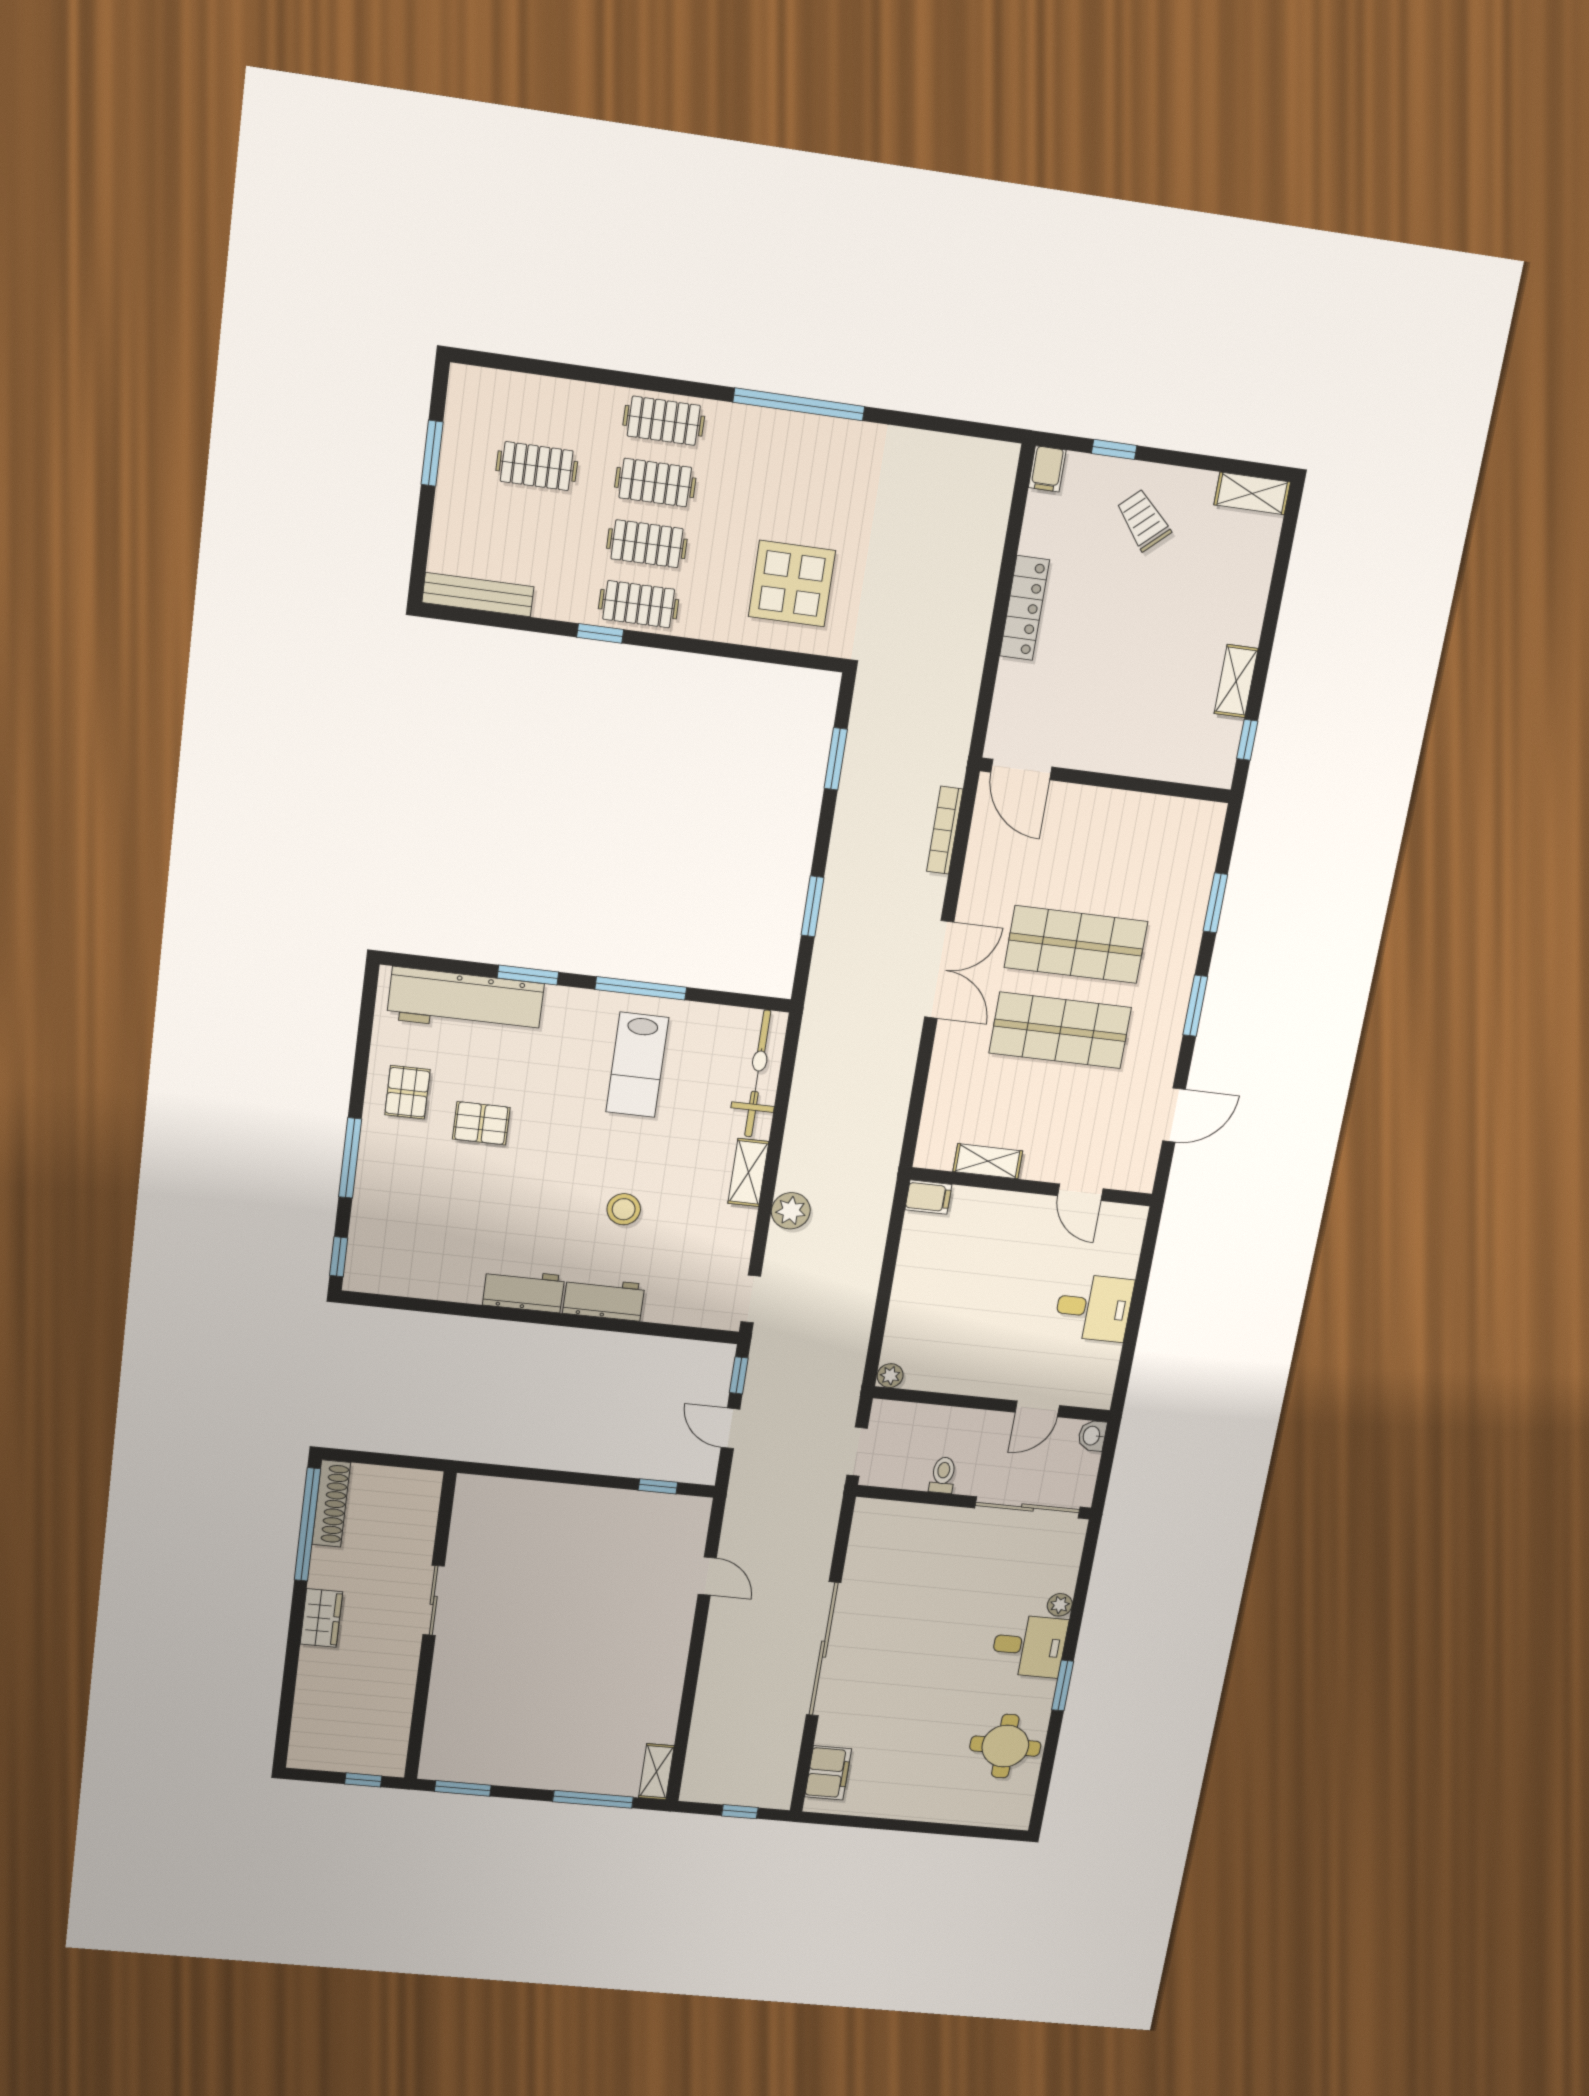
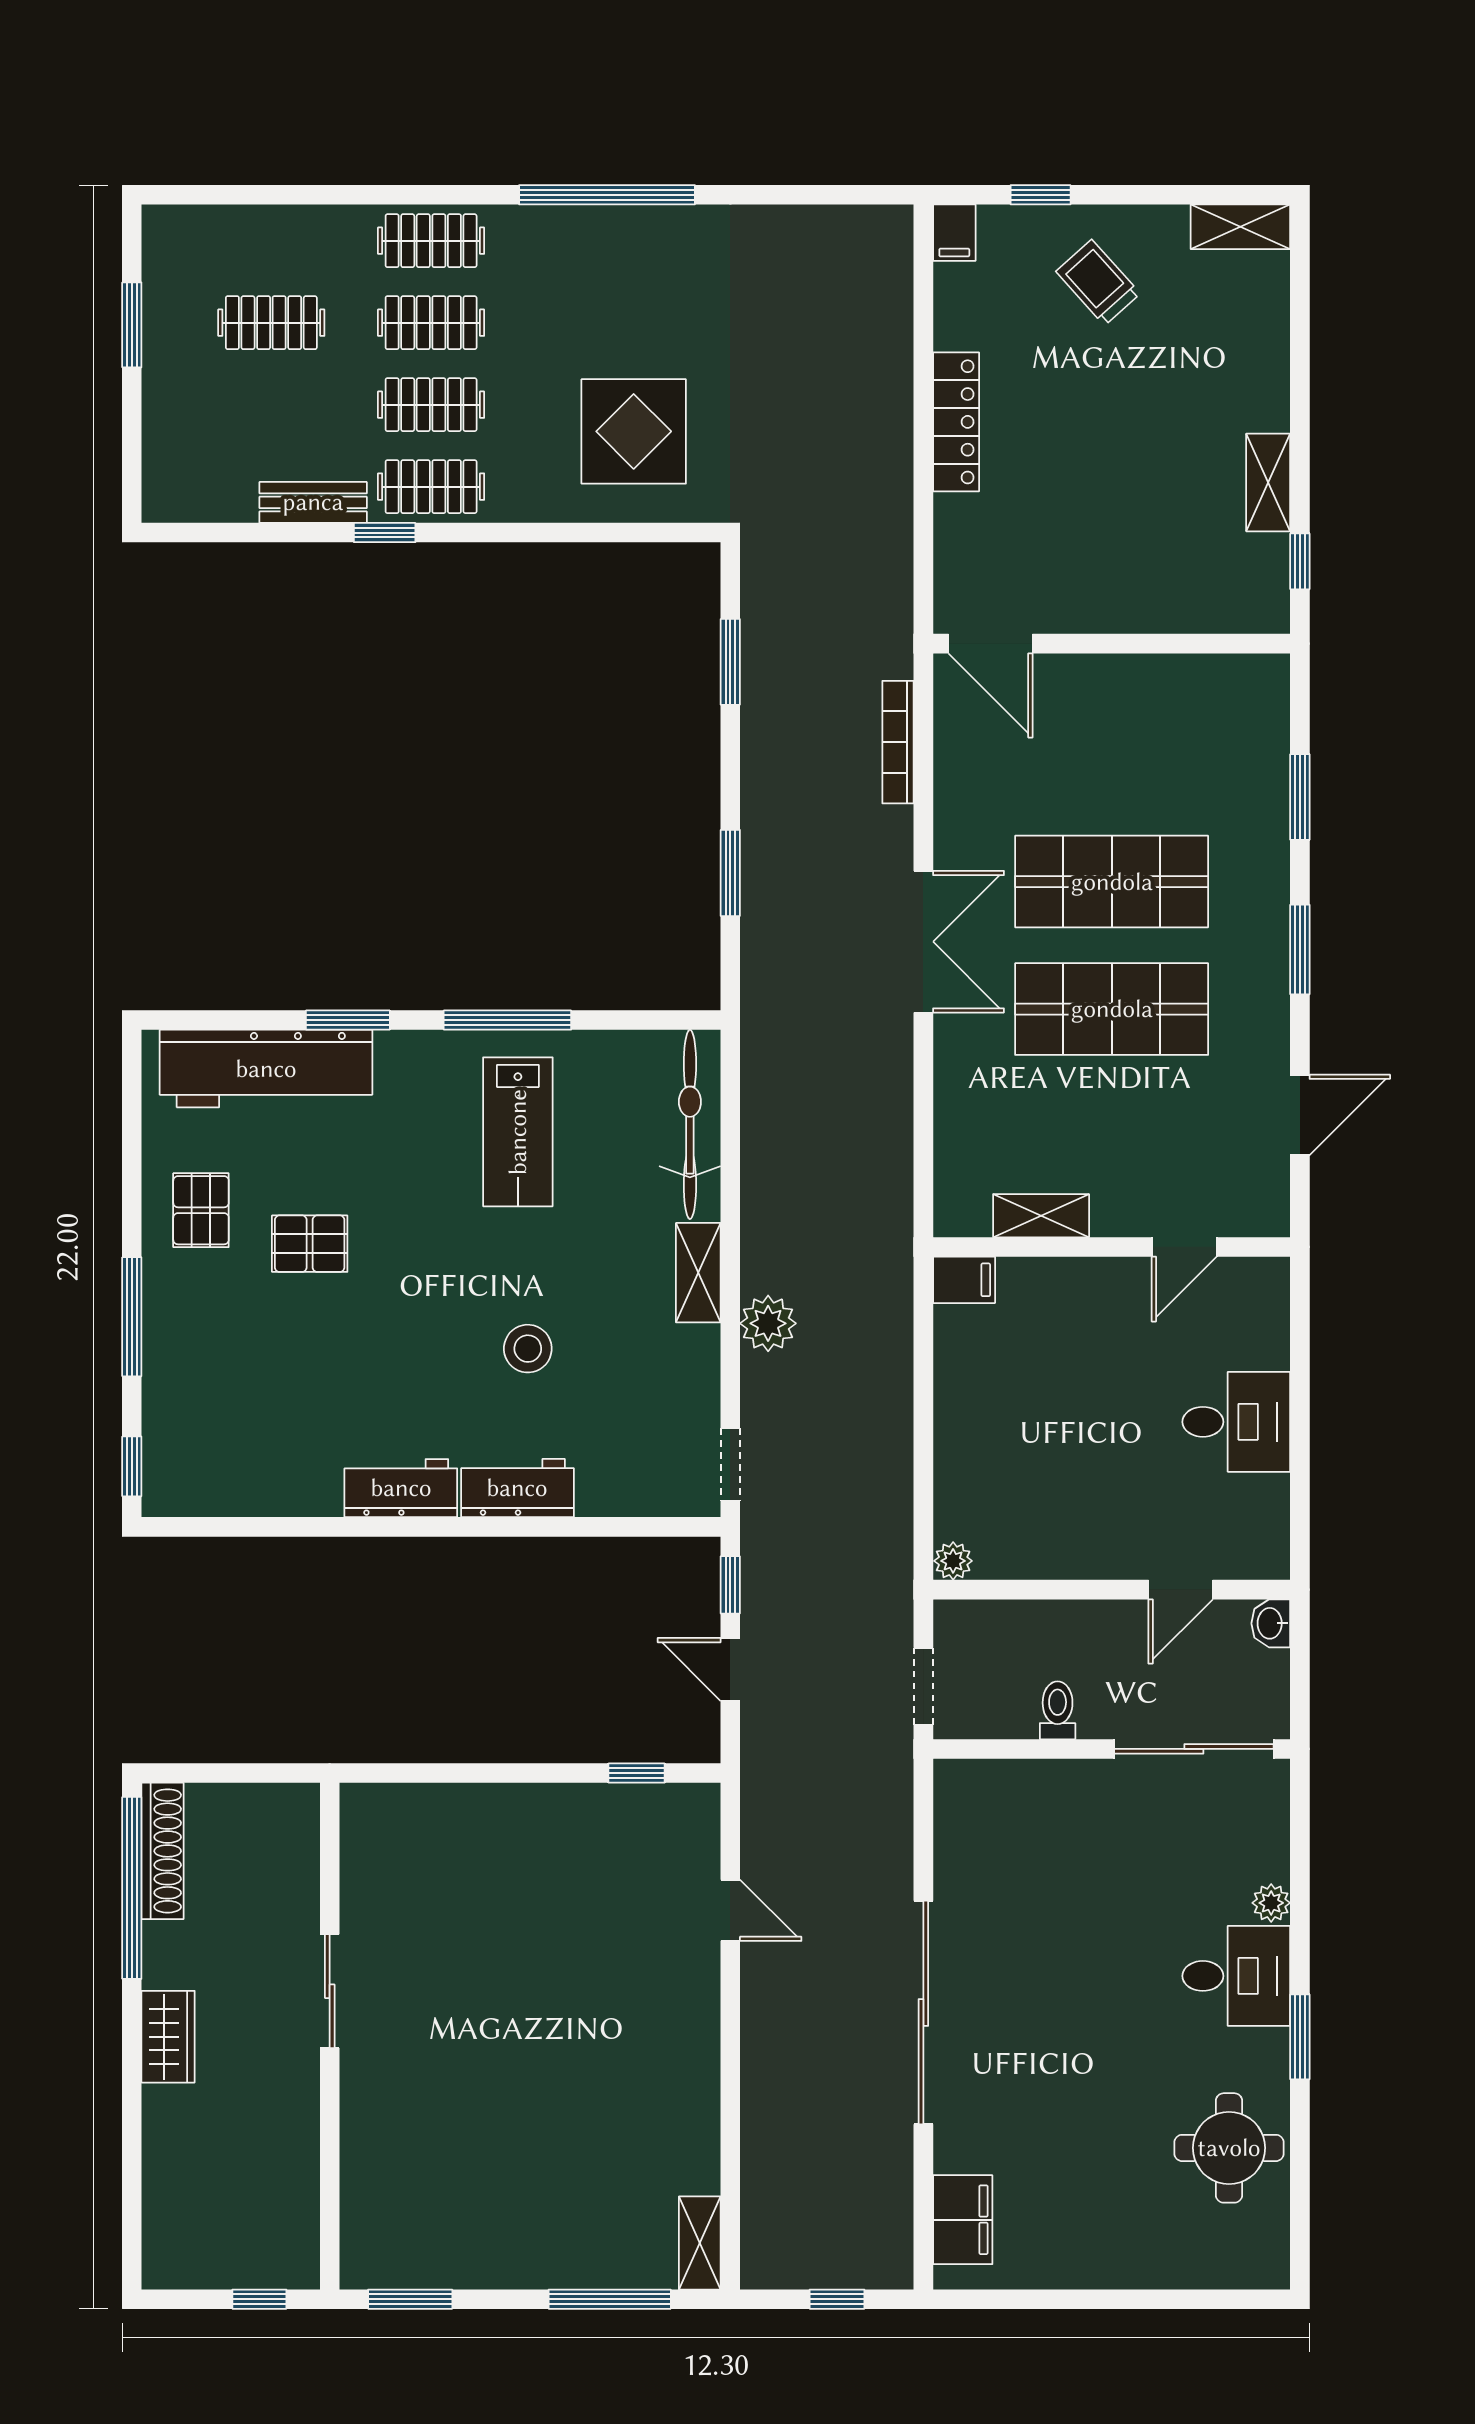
bench: (478, 595) -> (313, 502), moved, width x0.73
door: (1080, 1192) -> (1184, 1247), hinge flipped

